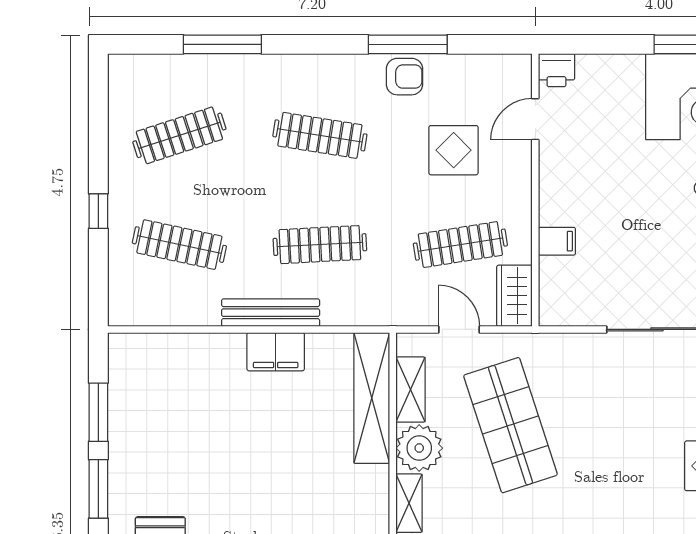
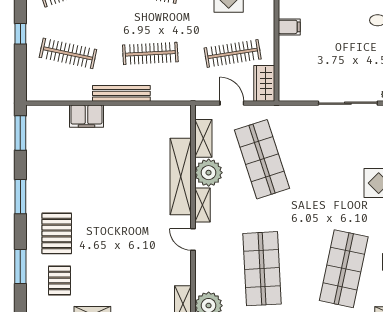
filing cabinet: (557, 241) -> (289, 27), moved
filing cabinet: (276, 352) -> (86, 116), moved
shelving: (372, 398) -> (181, 177), moved
window: (98, 412) -> (20, 133), moved

